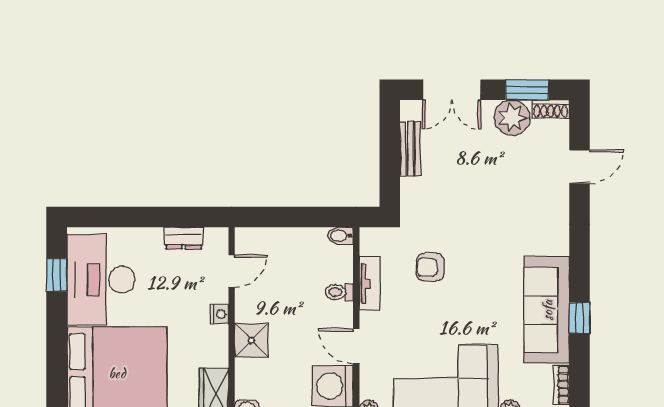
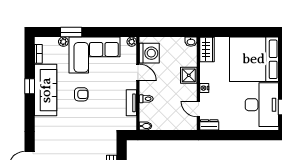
dresser: (184, 238) -> (209, 125), moved
armchair: (431, 267) -> (81, 94), moved
door: (232, 271) -> (198, 109), hinge flipped

